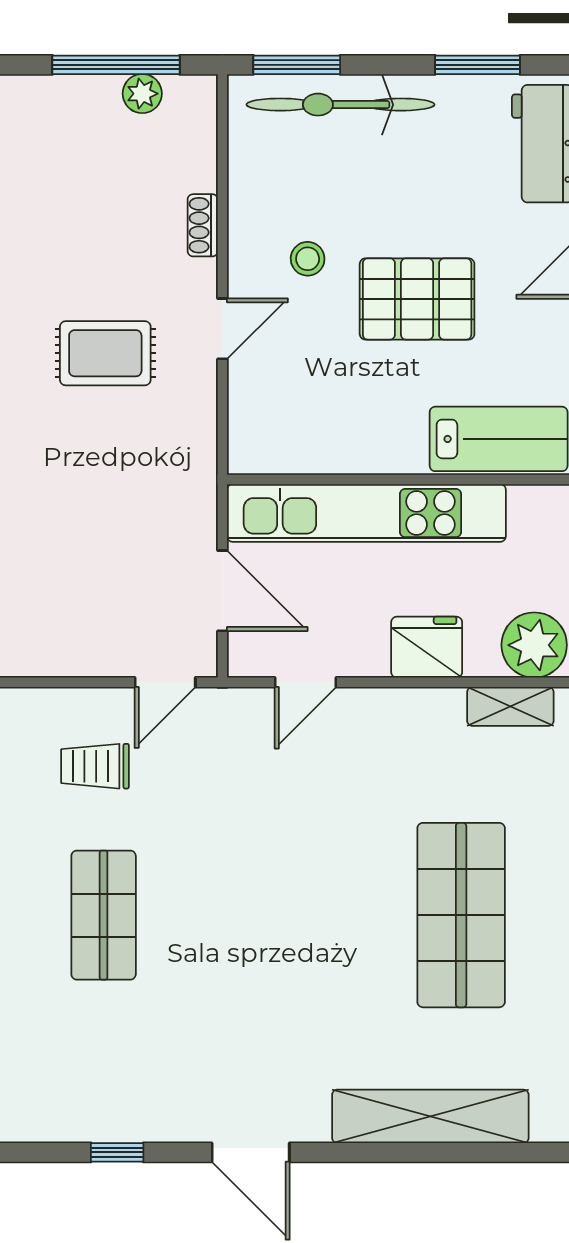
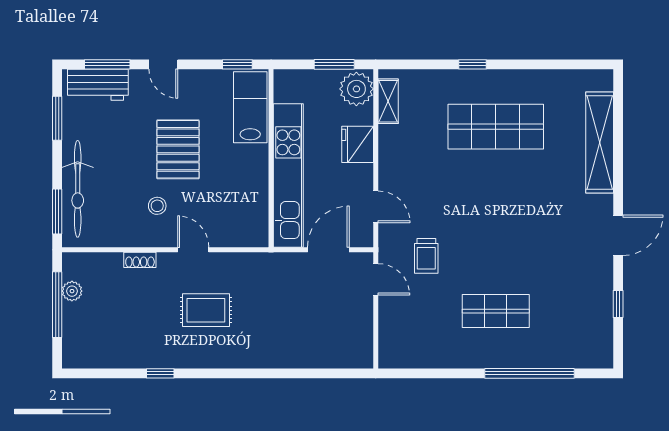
rug: (105, 353) -> (206, 310), turned 90
trolley: (95, 766) -> (426, 256), moved

